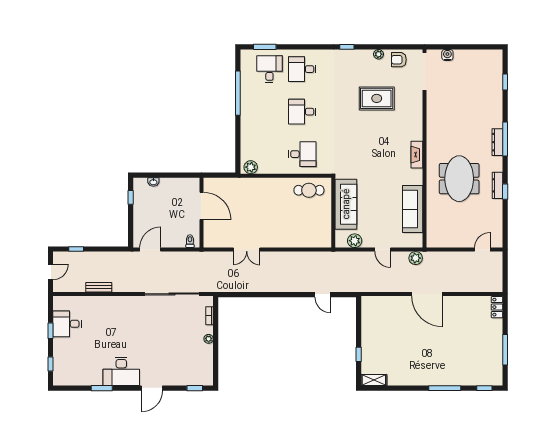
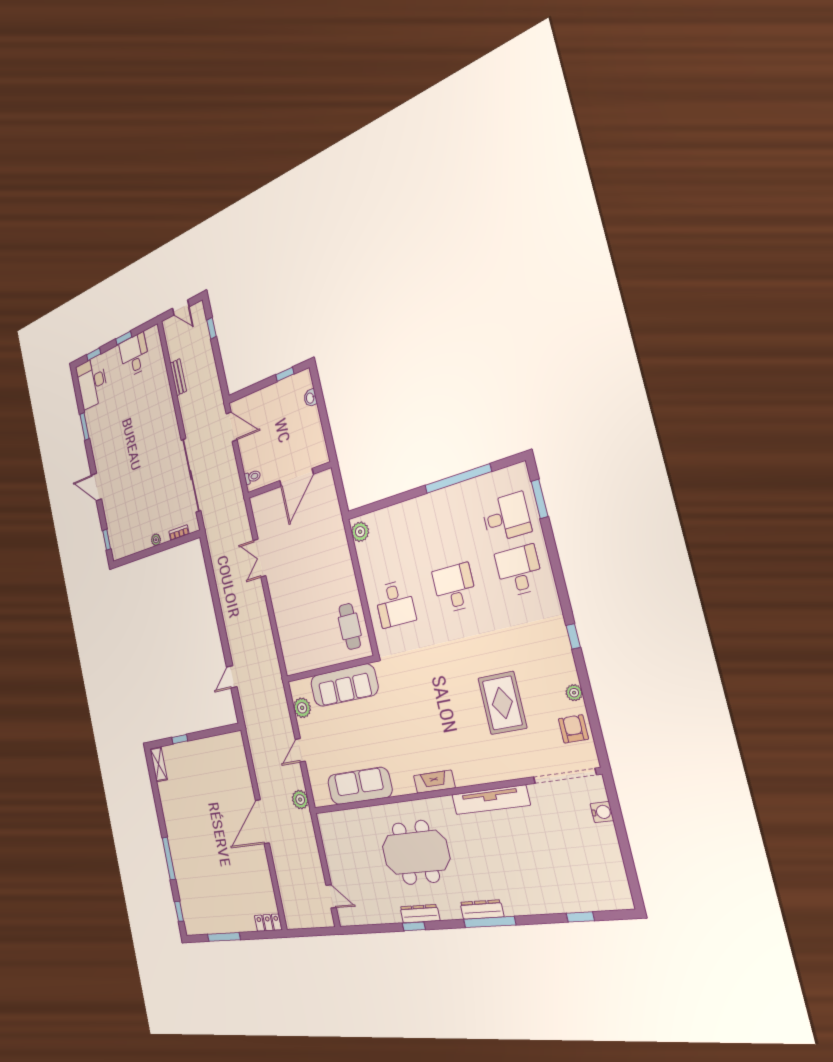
tv unit: (433, 120) -> (490, 800), added
desk: (121, 371) -> (92, 382), moved

